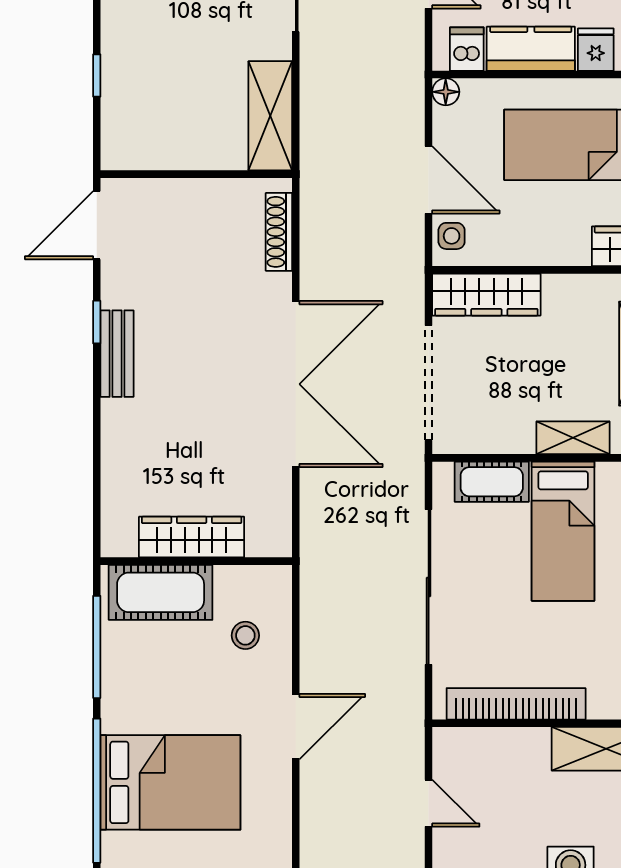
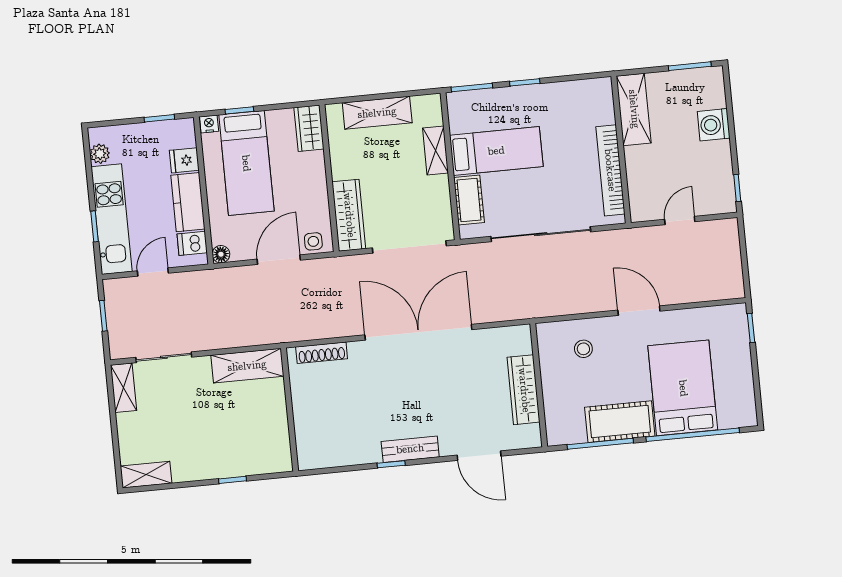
door: (97, 225) -> (479, 456), moved
cot: (161, 592) -> (620, 422), moved, turned 90

